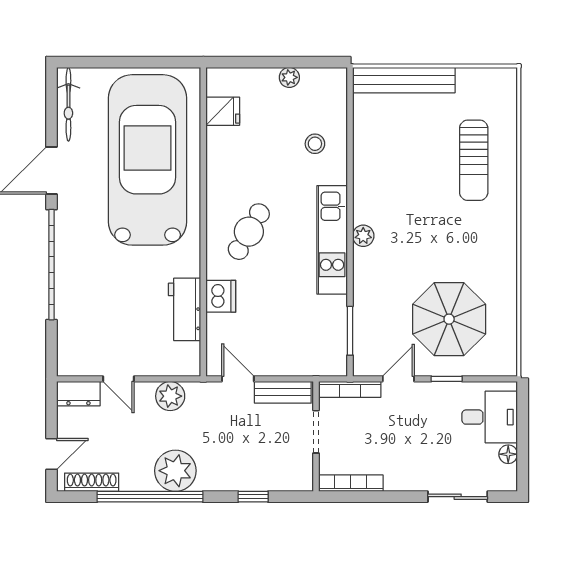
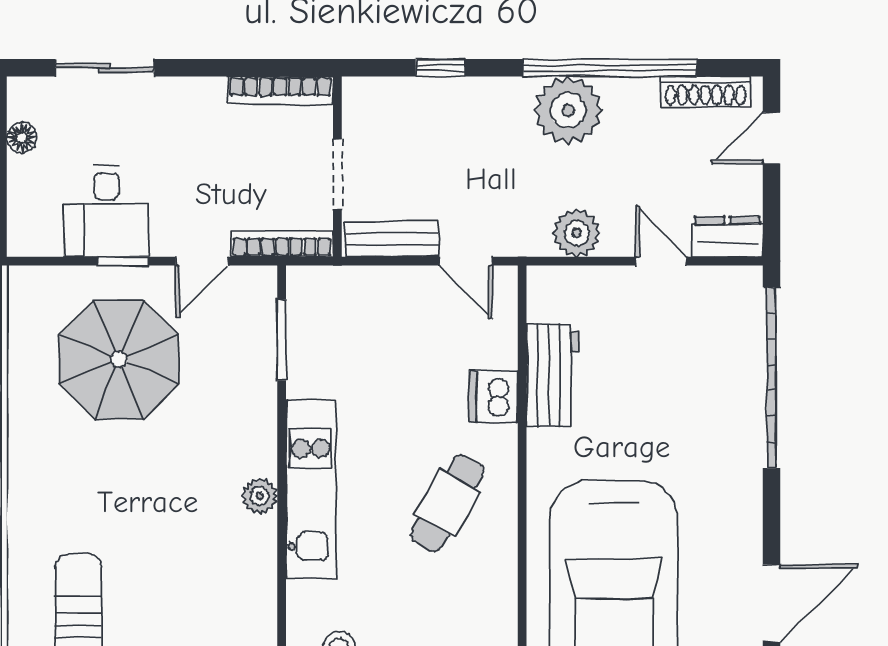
garage door: (51, 265) -> (771, 378), moved
desk: (490, 417) -> (107, 211), moved, turned -90

